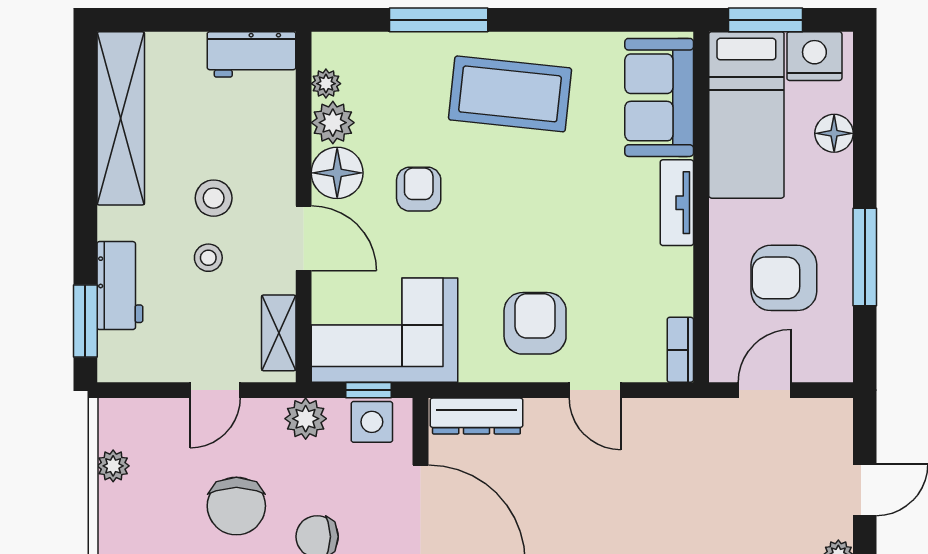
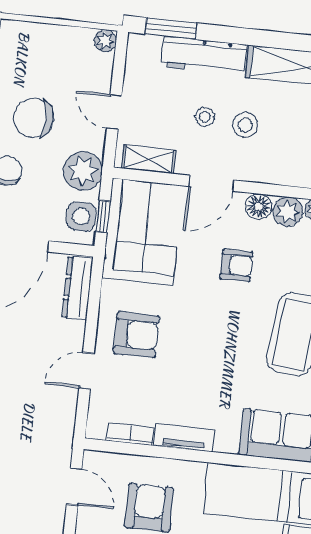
floor lamp: (337, 173) -> (259, 207), width x0.73, depth x0.73
tv unit: (677, 203) -> (184, 438), moved
workbench: (120, 286) -> (204, 56), width x1.38
bookcase: (680, 350) -> (130, 434), moved
plant: (306, 419) -> (83, 171), width x1.36, depth x1.36
plant: (113, 466) -> (105, 41), moved

